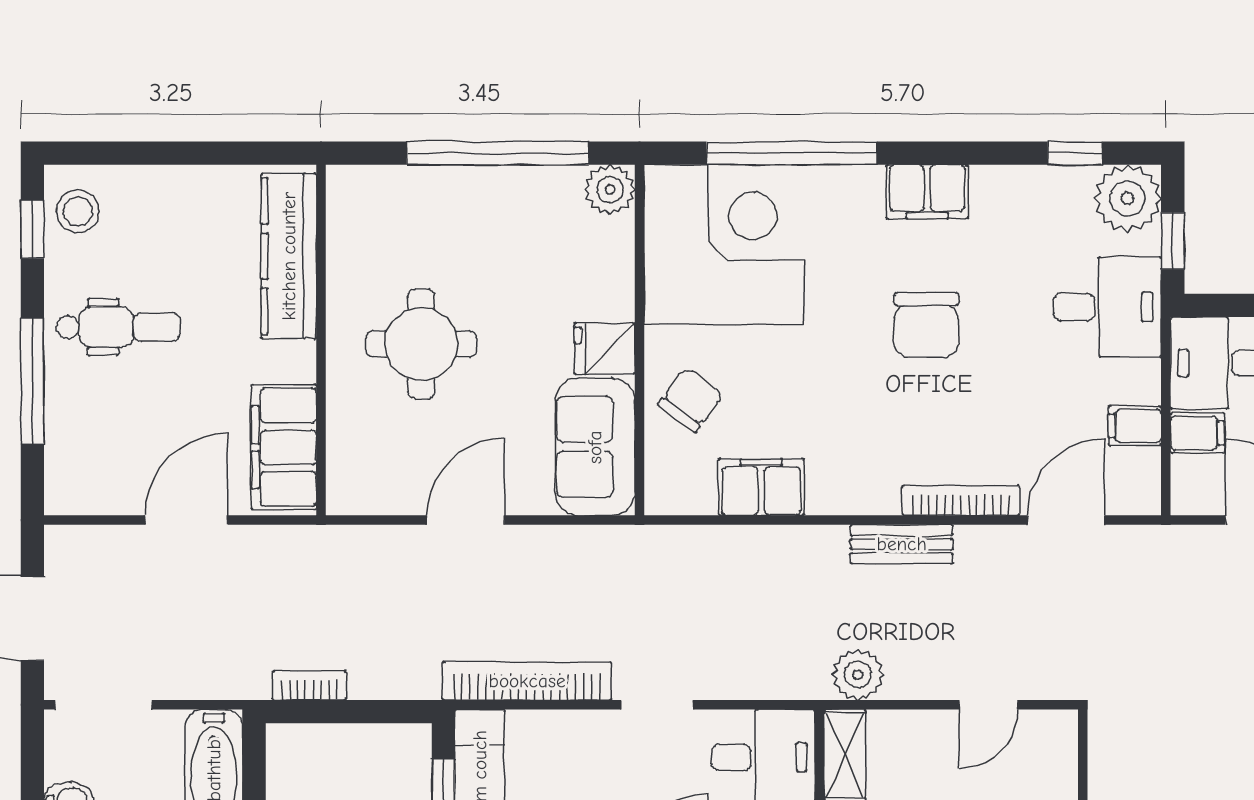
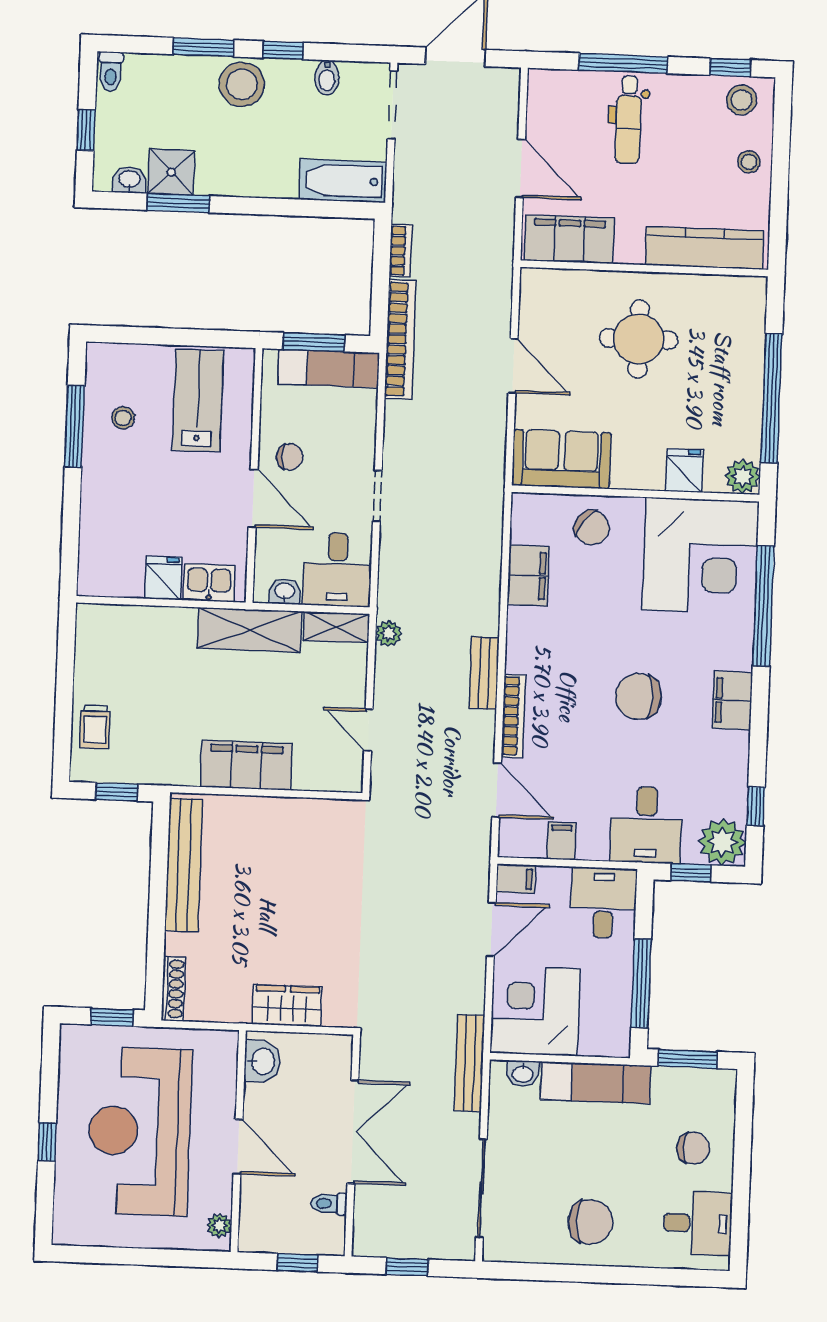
stool: (165, 198) -> (749, 162), added
dental chair: (118, 327) -> (628, 120), moved
fridge: (604, 349) -> (684, 470), moved
filing cabinet: (1197, 433) -> (516, 879), moved, turned -90
plant: (858, 675) -> (388, 633), width x0.73, depth x0.73
bookcase: (527, 681) -> (400, 339), moved

